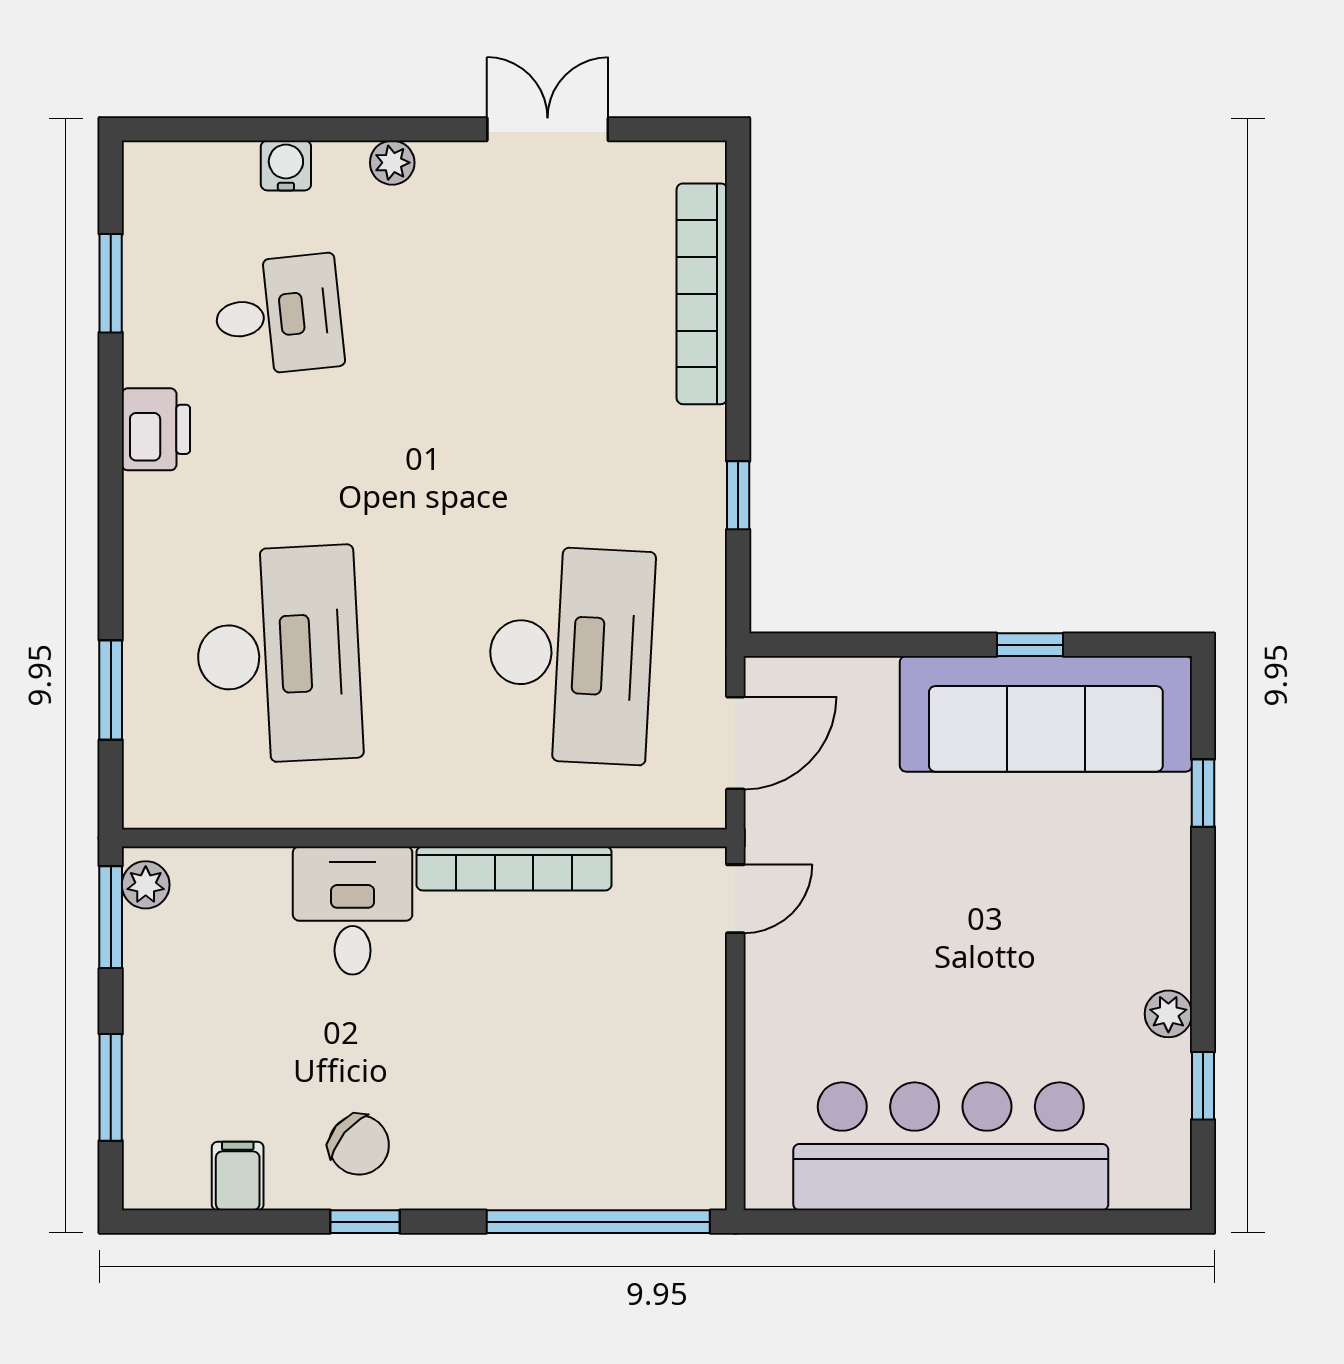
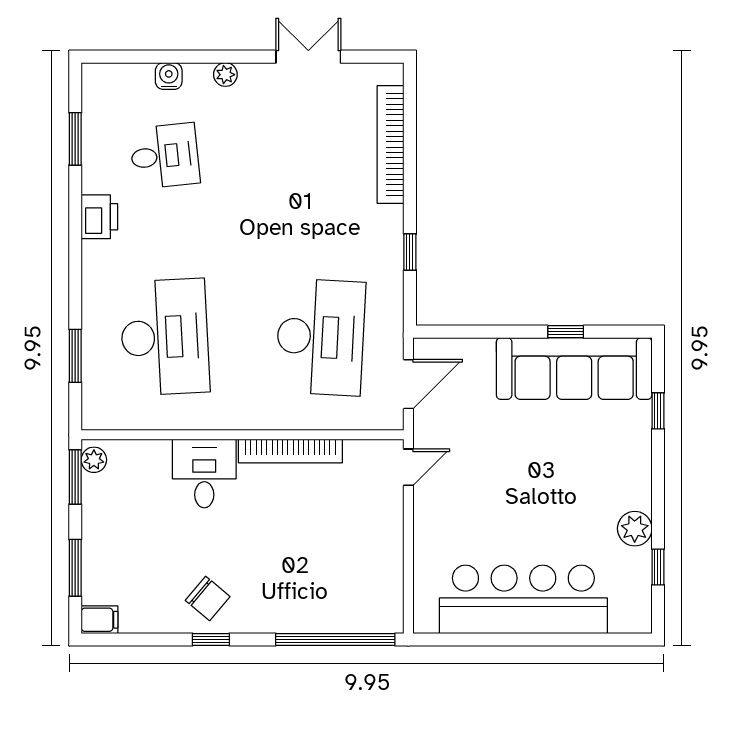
plant: (1168, 1014) -> (635, 529), width x1.38, depth x1.38
filing cabinet: (238, 1176) -> (100, 620), moved, turned 90

